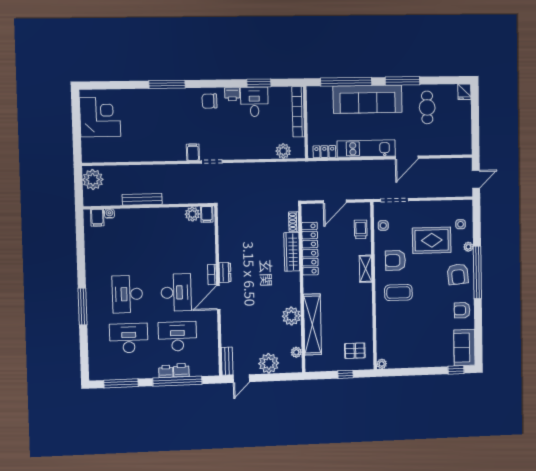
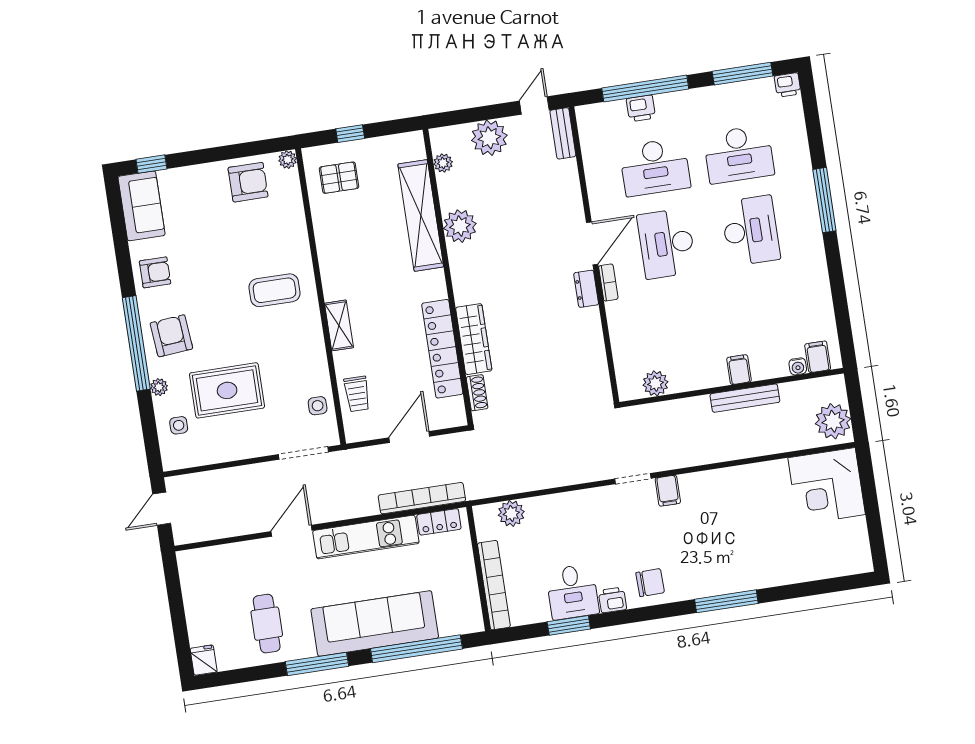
corner desk: (100, 117) -> (827, 486), moved
bookcase: (332, 166) -> (422, 498), added
filing cabinet: (207, 214) -> (739, 370), moved
armchair: (395, 260) -> (248, 182), moved
printer: (166, 371) -> (788, 85), moved

